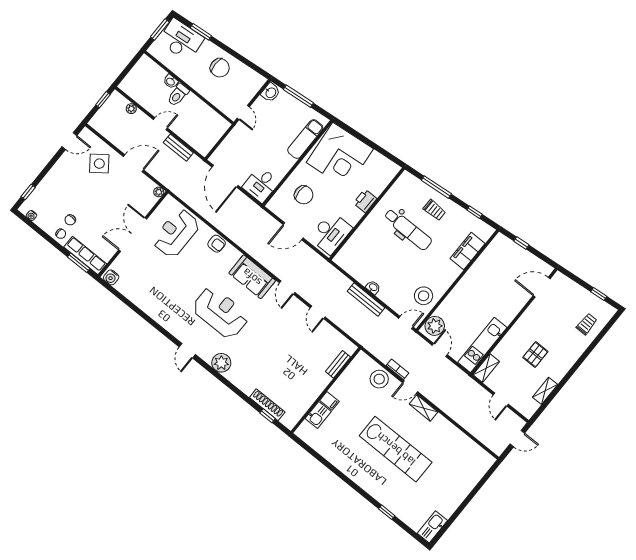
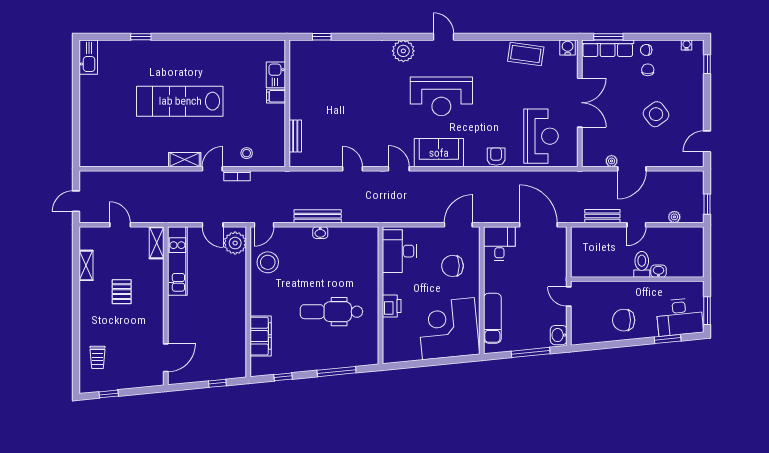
side table: (99, 164) -> (656, 114), moved
plant: (159, 192) -> (612, 161), moved
trolley: (434, 210) -> (321, 349), removed
door: (293, 231) -> (458, 225), moved
armchair: (217, 244) -> (496, 157), turned 90
coffee table: (142, 295) -> (526, 54), added
stool: (379, 379) -> (247, 153), width x0.53, depth x0.53
shoe rack: (267, 405) -> (330, 47), removed

